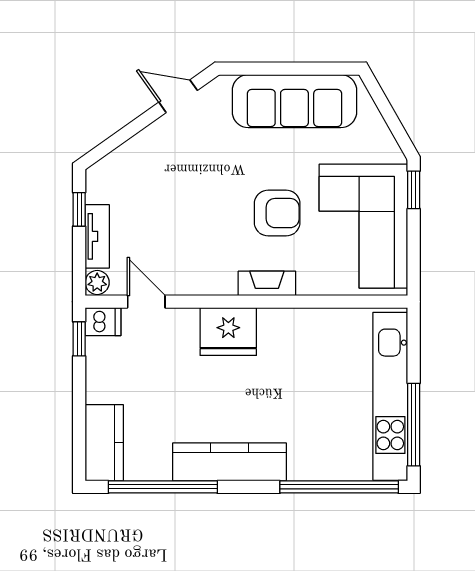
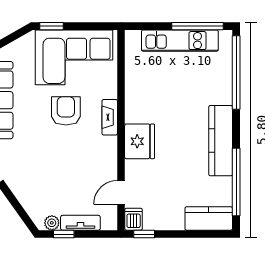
plant: (97, 282) -> (52, 223), moved
kitchen unit: (390, 396) -> (180, 41), width x0.73

